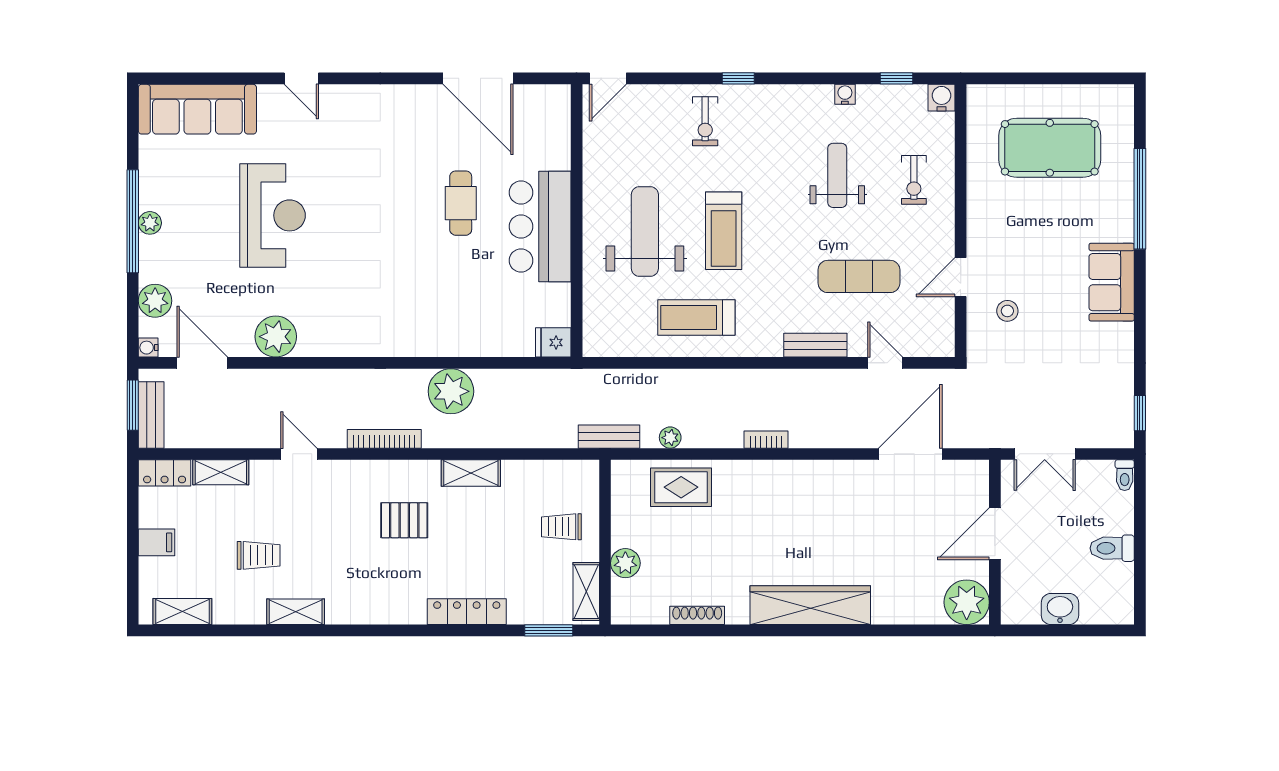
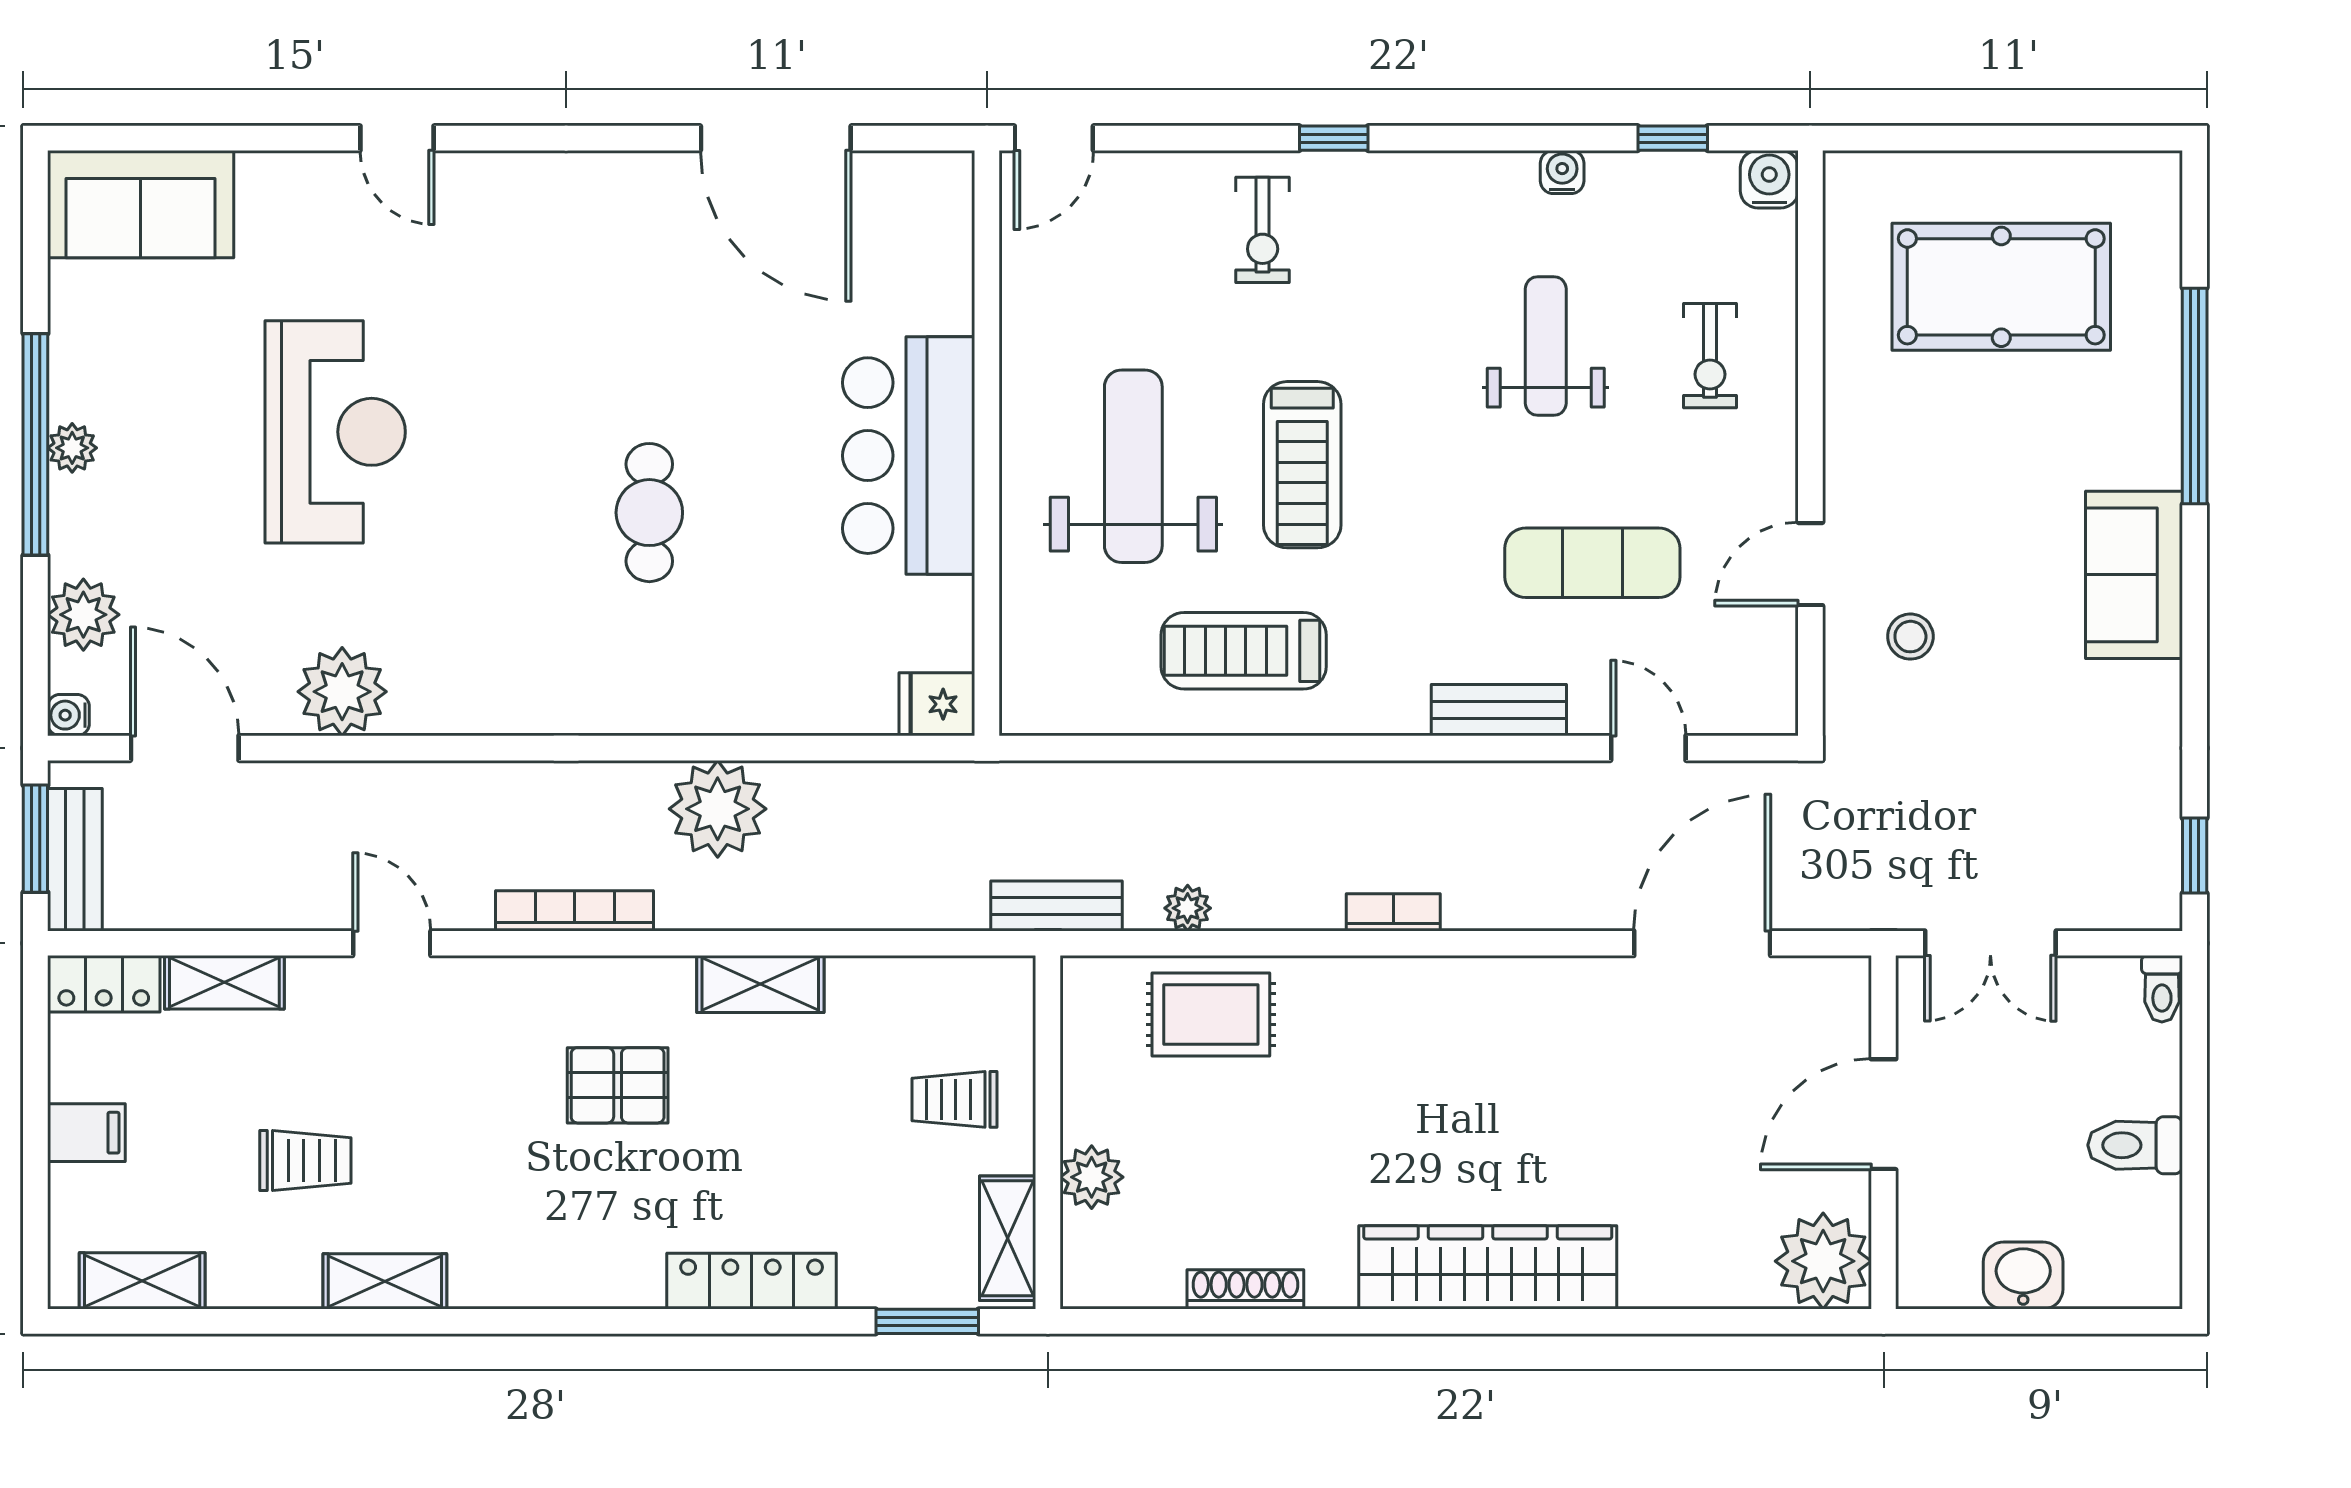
sofa: (197, 109) -> (141, 204), width x0.73
cafe table: (461, 203) -> (649, 513), moved

